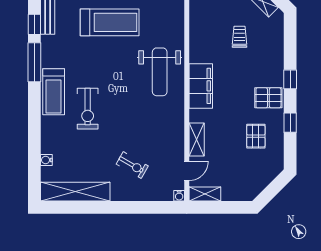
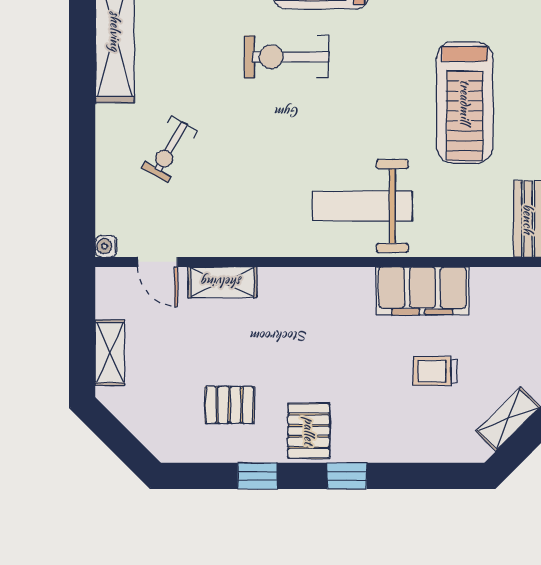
trolley: (240, 37) -> (435, 371), turned 180
filing cabinet: (201, 86) -> (422, 291), moved
shelving: (205, 194) -> (110, 353), moved

